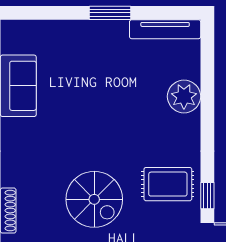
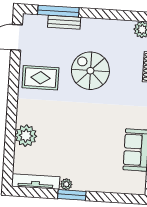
plant: (119, 28) -> (66, 184), added
window: (207, 196) -> (15, 68), removed

